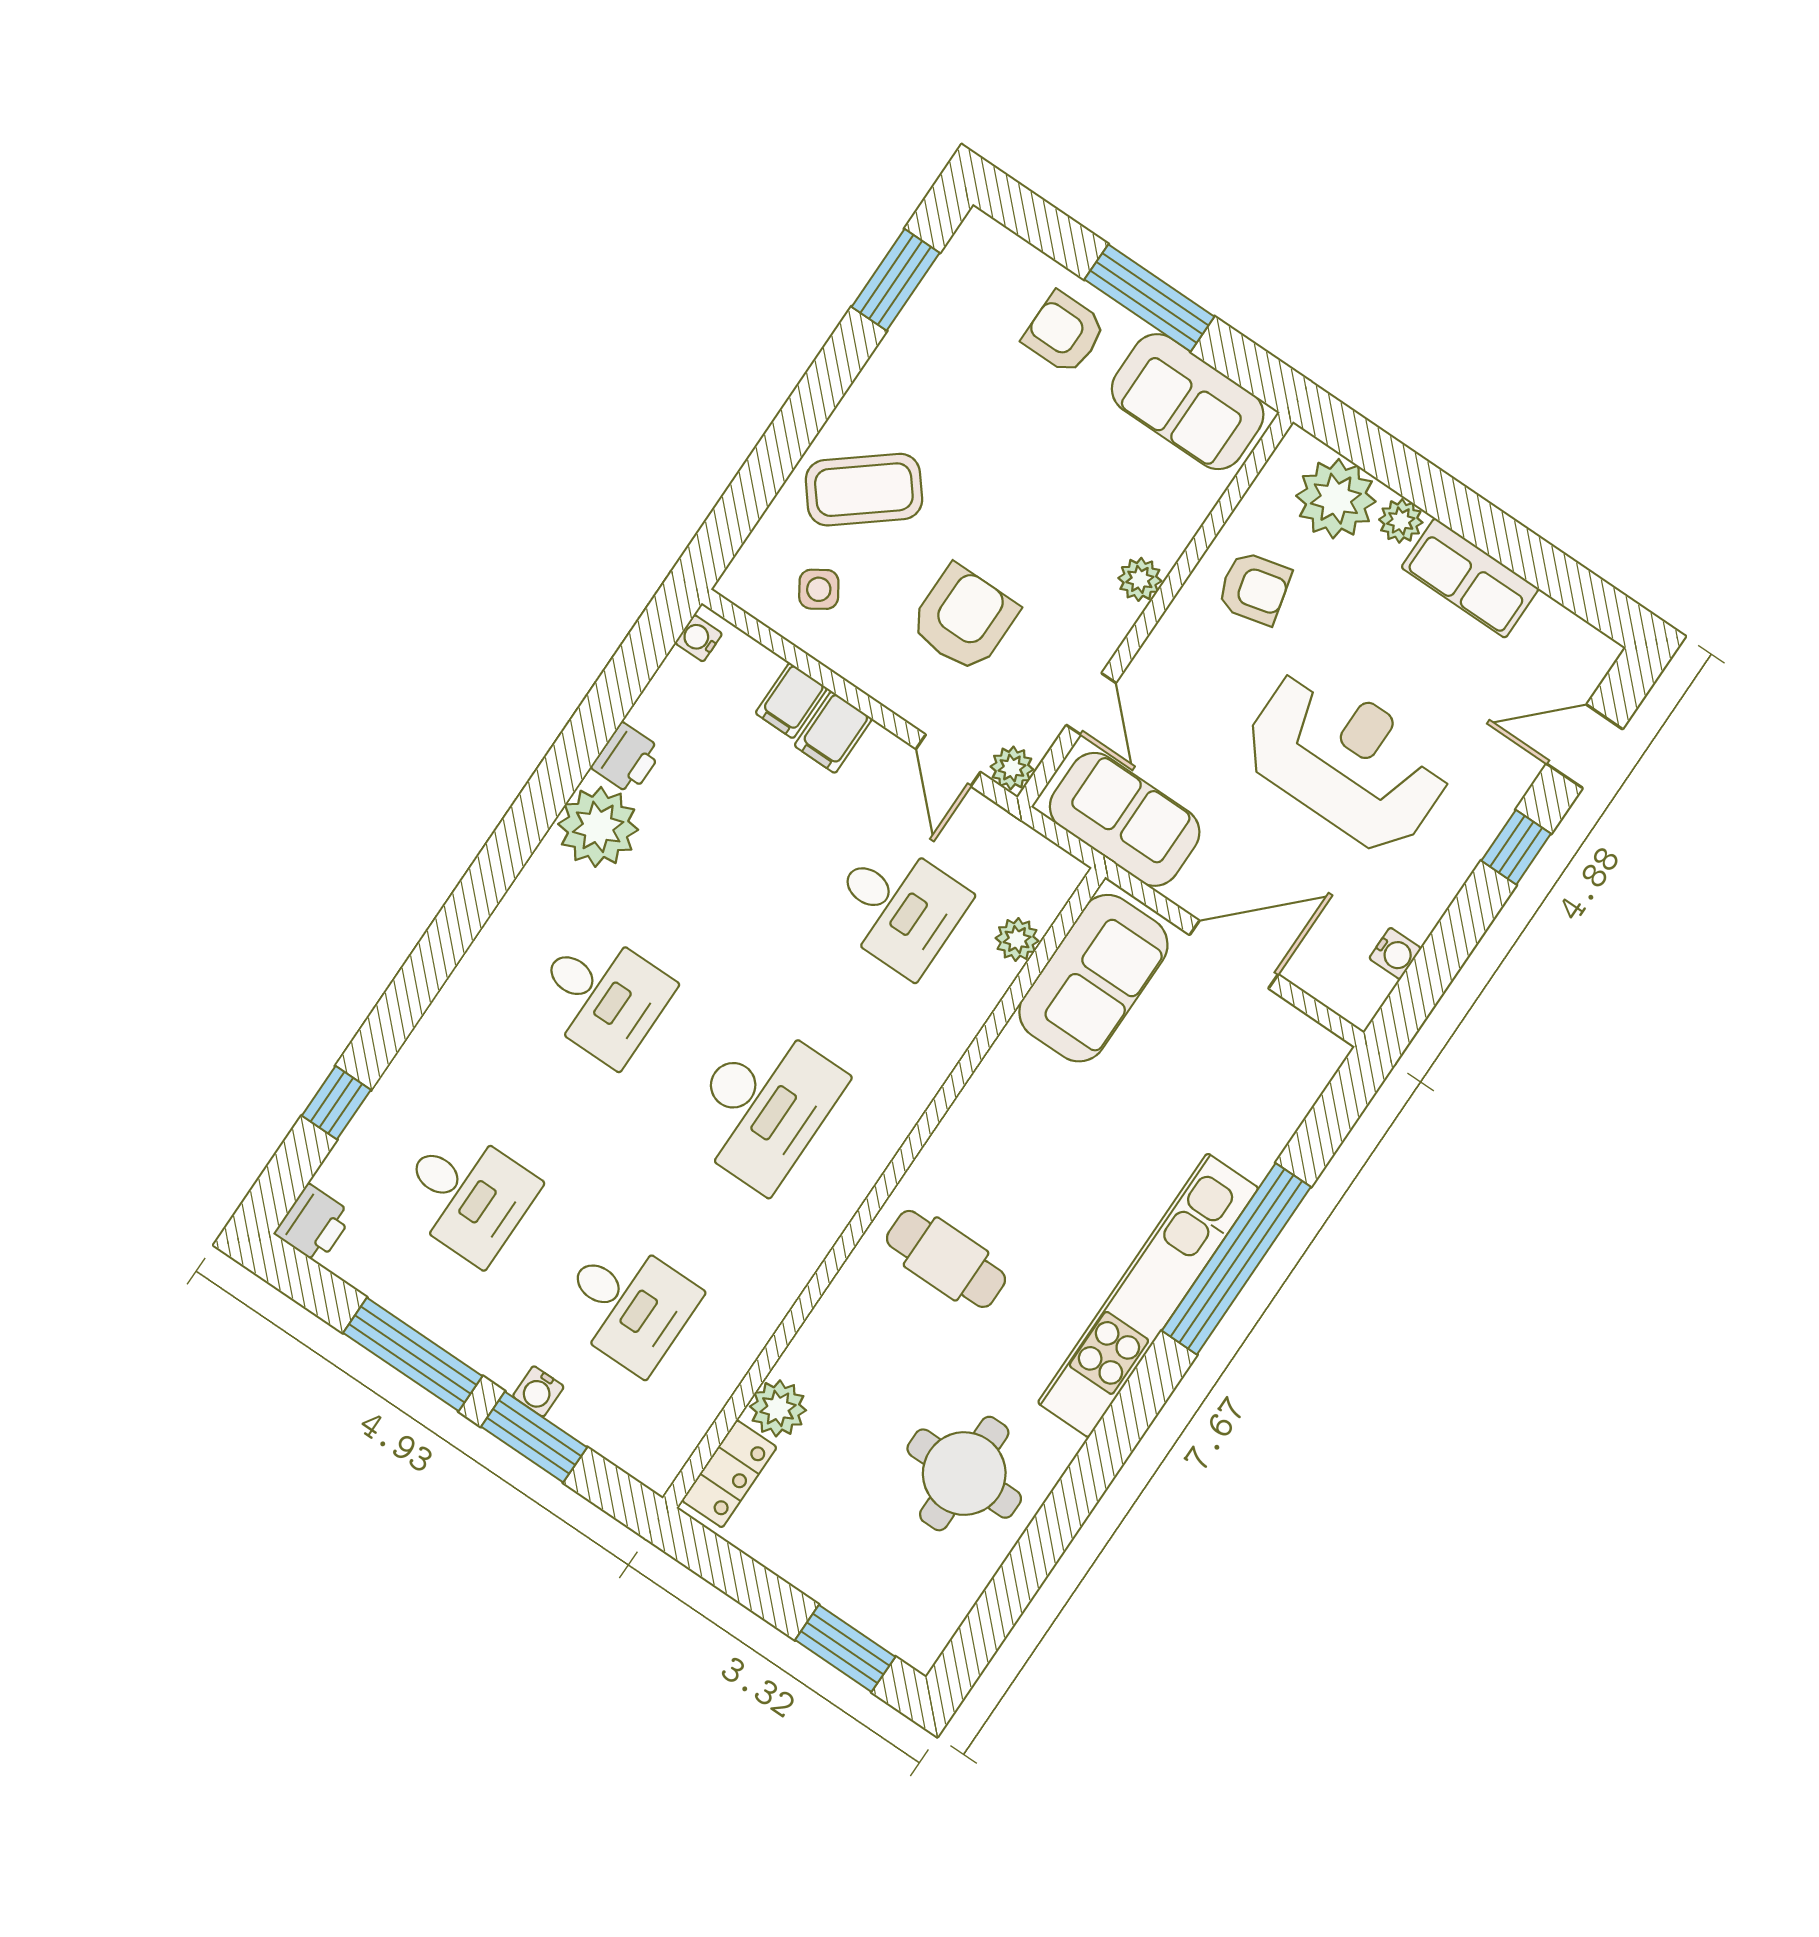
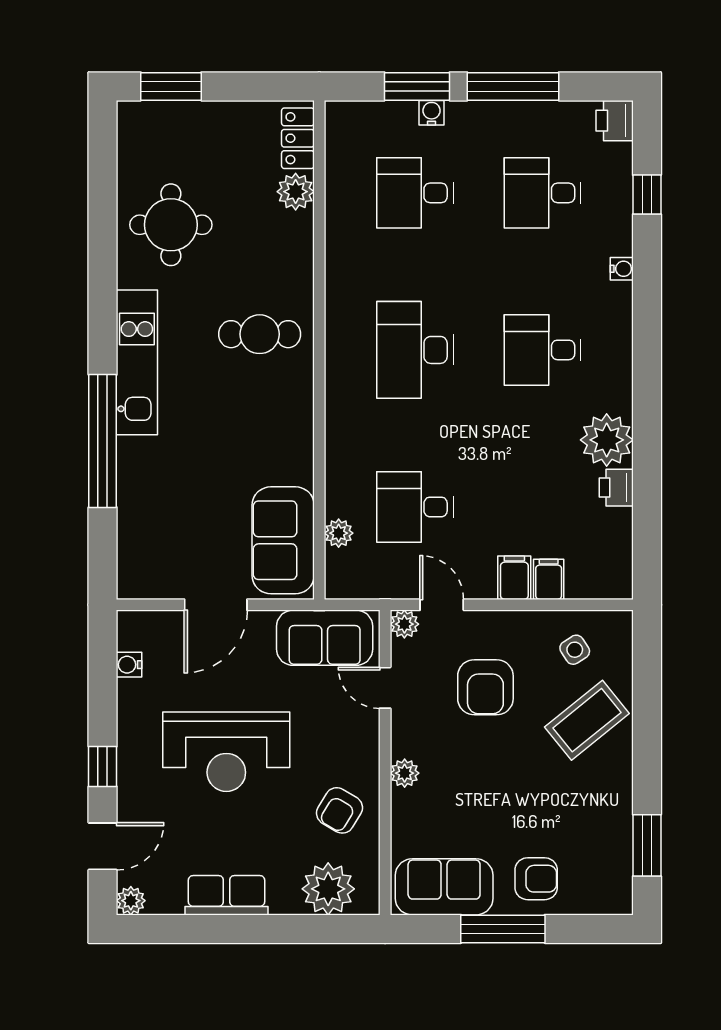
plant: (1401, 521) -> (131, 901), moved
armchair: (1254, 588) -> (339, 810), turned -45
water cooler: (699, 638) -> (622, 269), moved
kitchen unit: (1148, 1295) -> (137, 362), width x0.73

